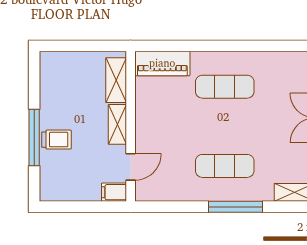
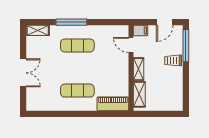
window: (34, 137) -> (186, 46), moved
door: (131, 167) -> (131, 45), hinge flipped
door: (71, 207) -> (165, 22), added

